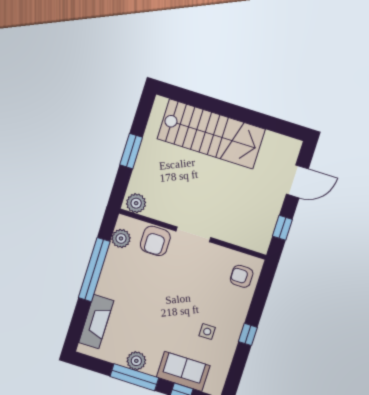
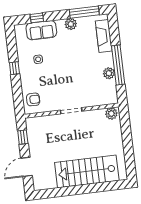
window: (131, 151) -> (127, 142), removed
plant: (121, 238) -> (109, 73), moved
armchair: (155, 241) -> (91, 97), removed
window: (134, 377) -> (84, 12), moved

